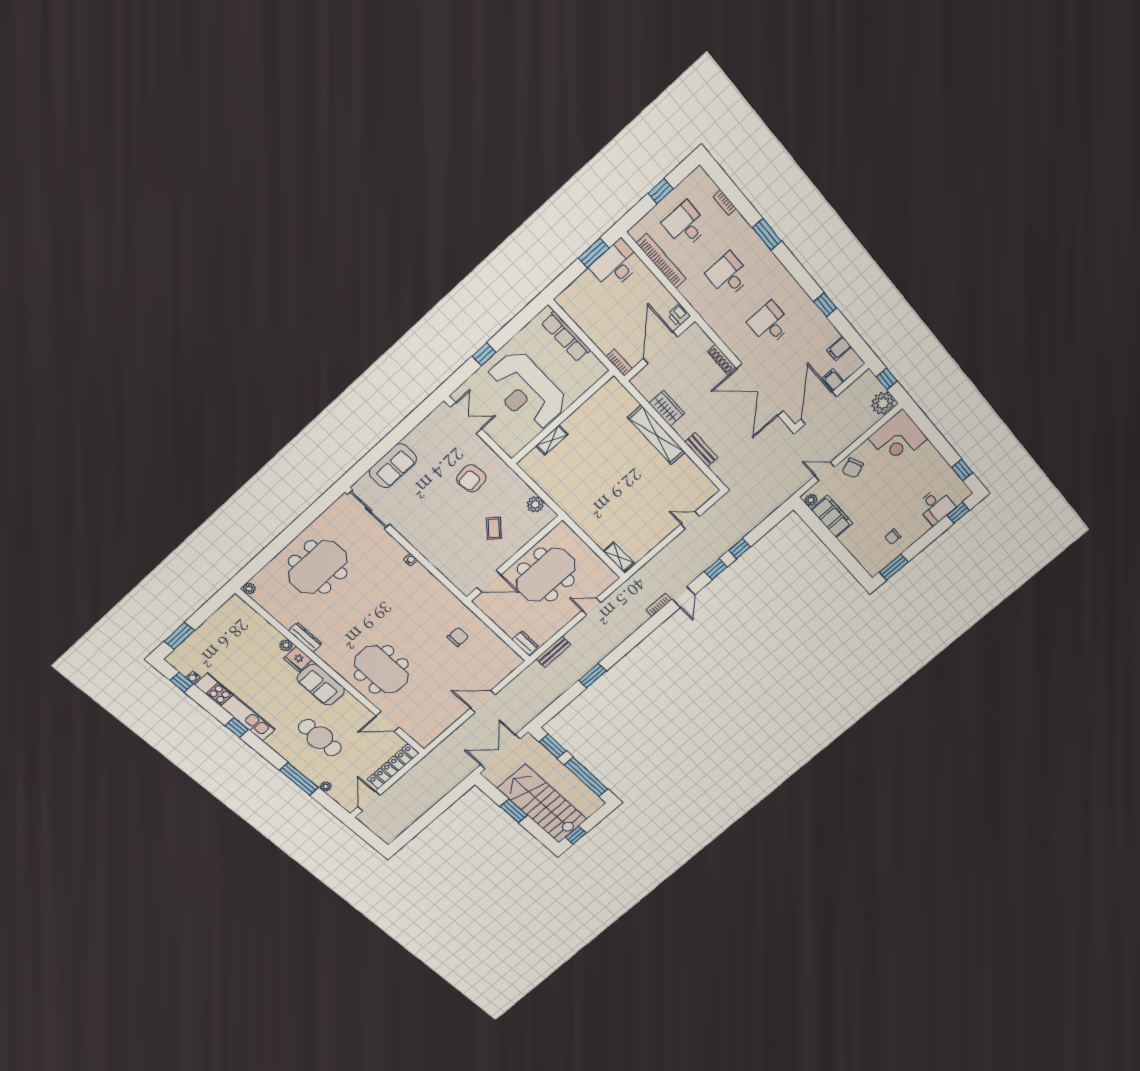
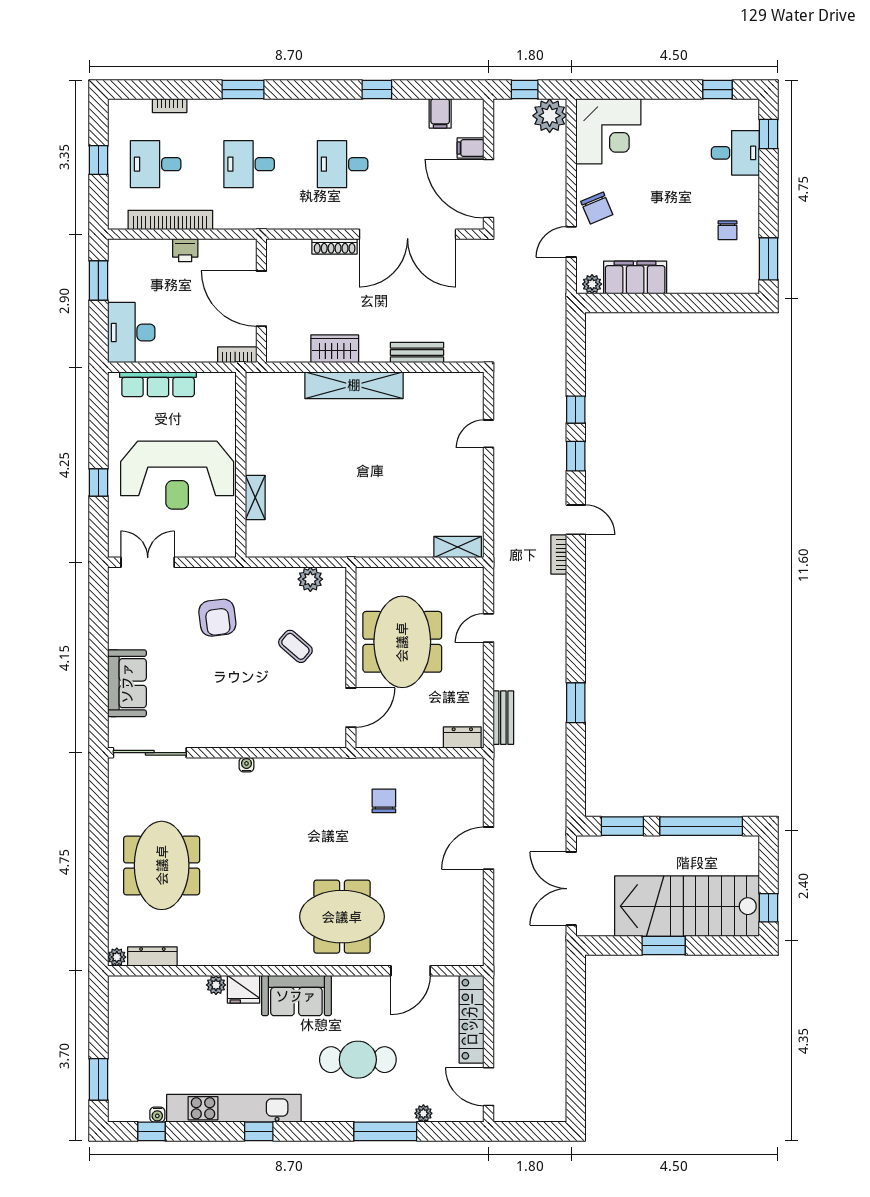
desk: (616, 265) -> (131, 333), moved
printer: (679, 315) -> (185, 250), moved
dresser: (305, 637) -> (152, 957), moved

